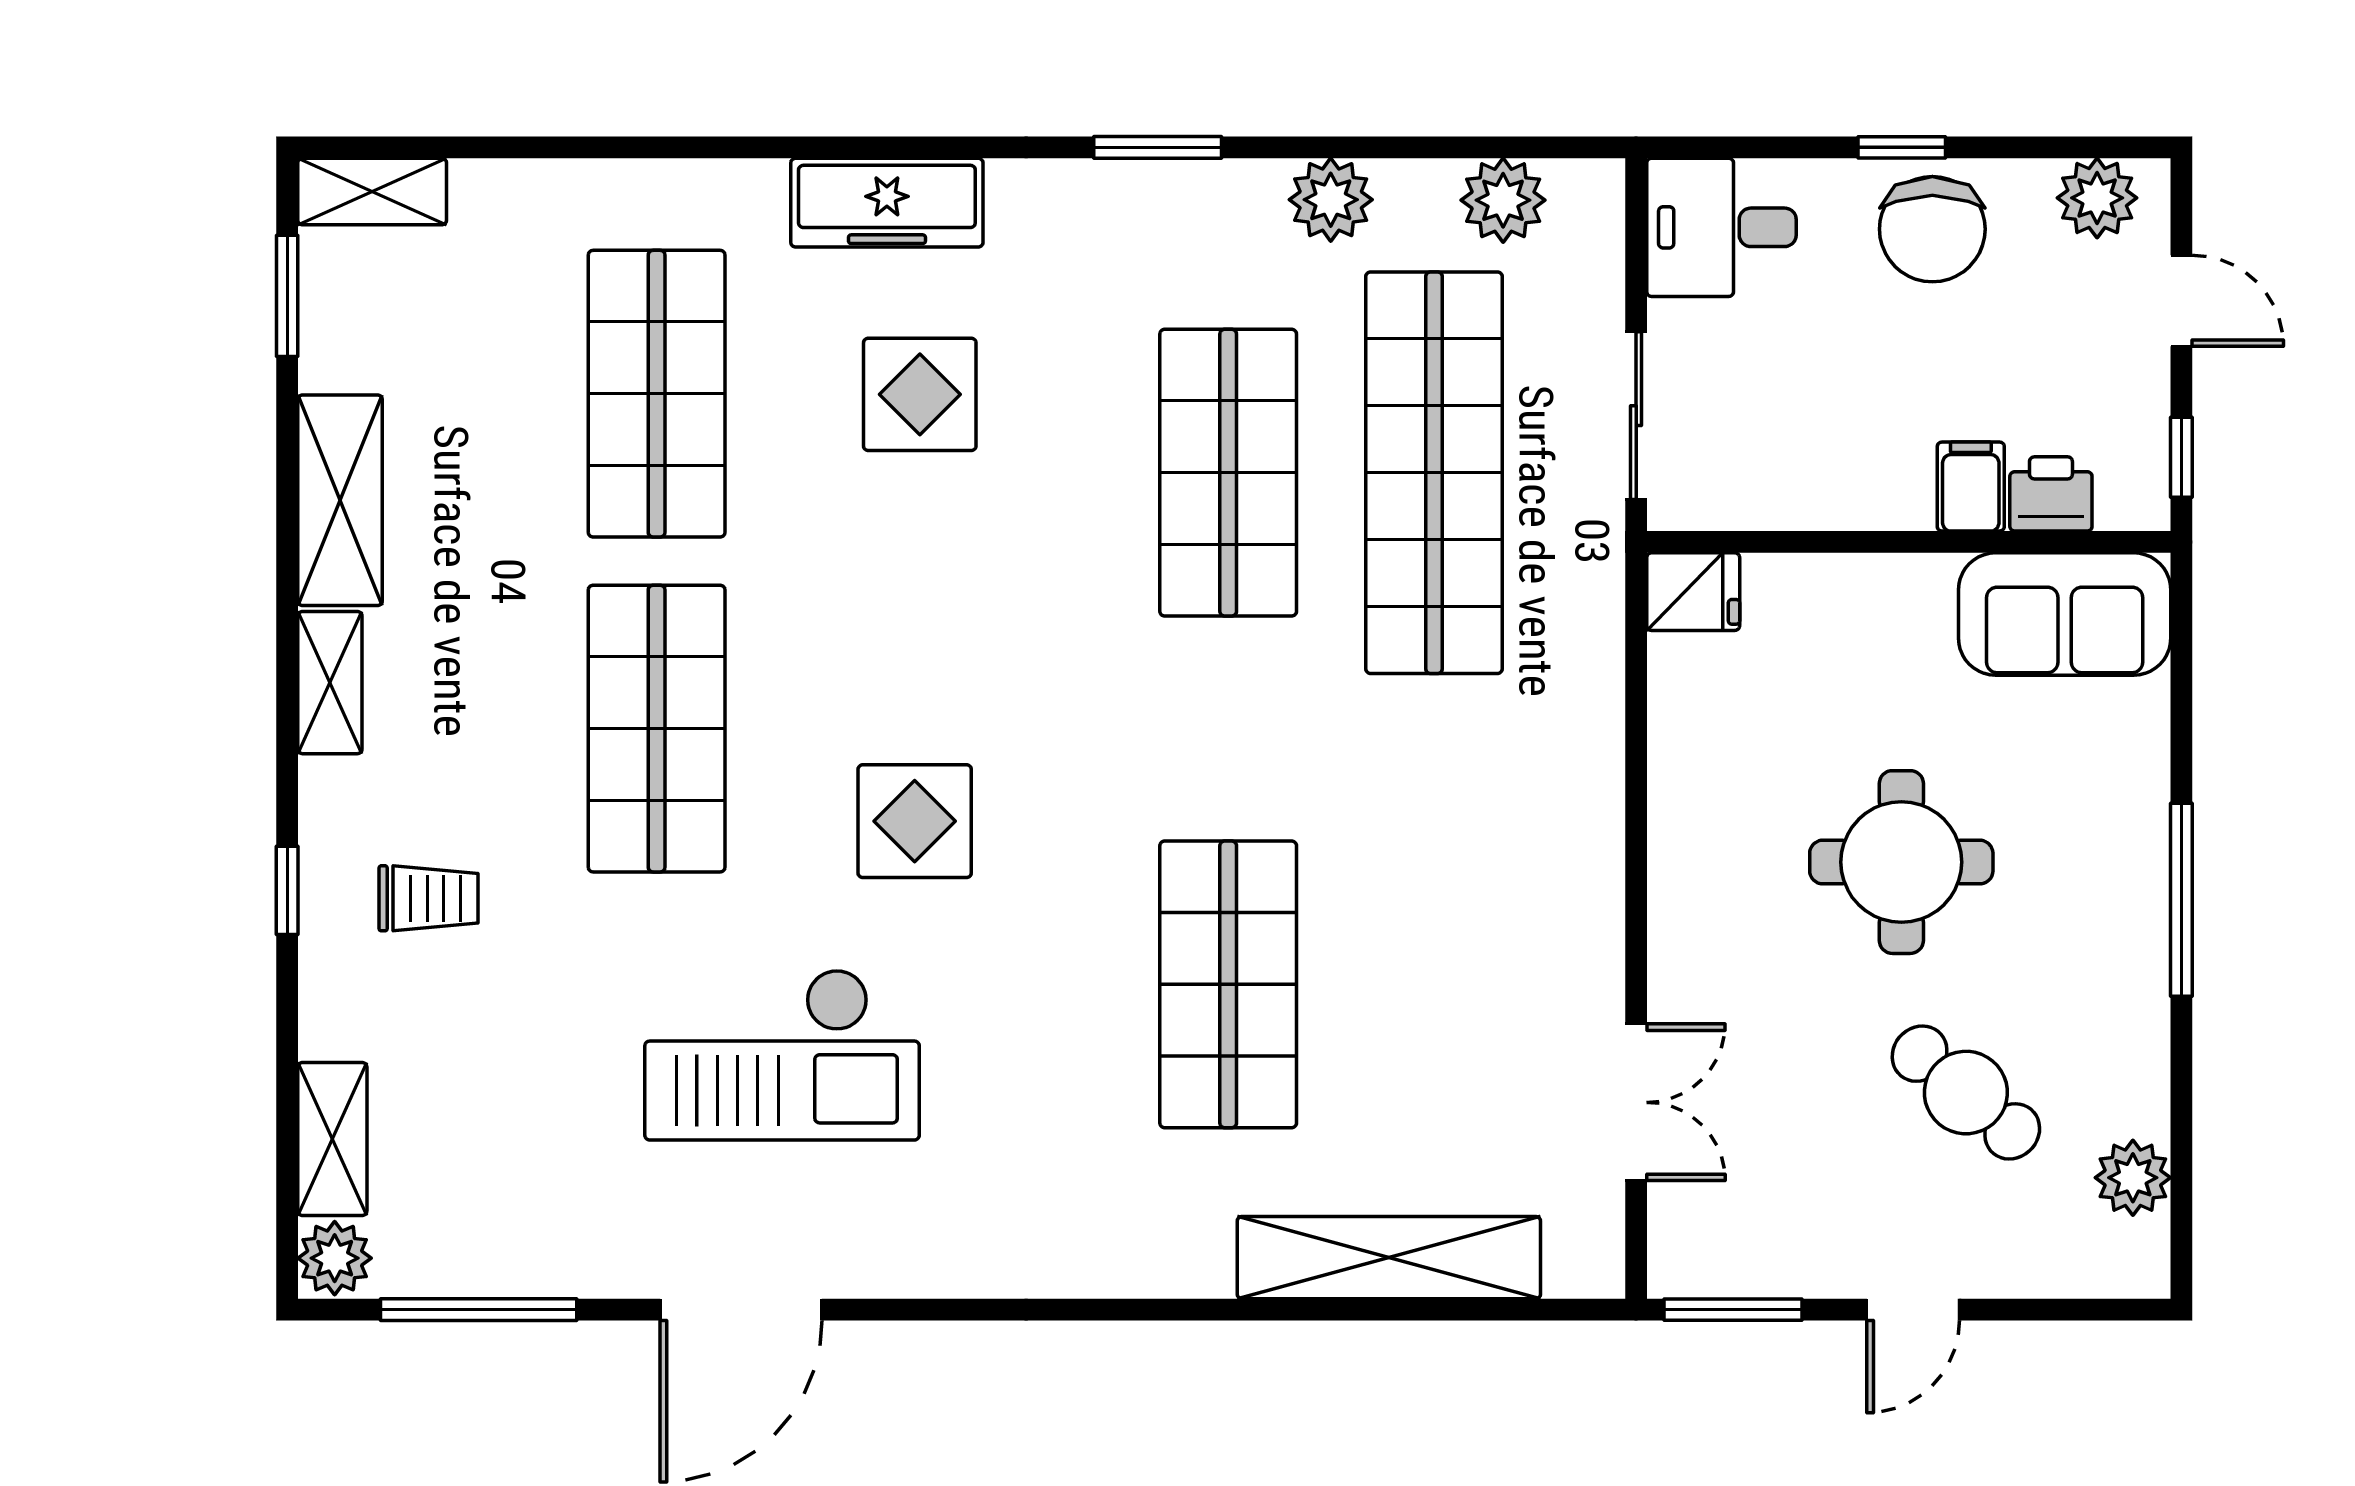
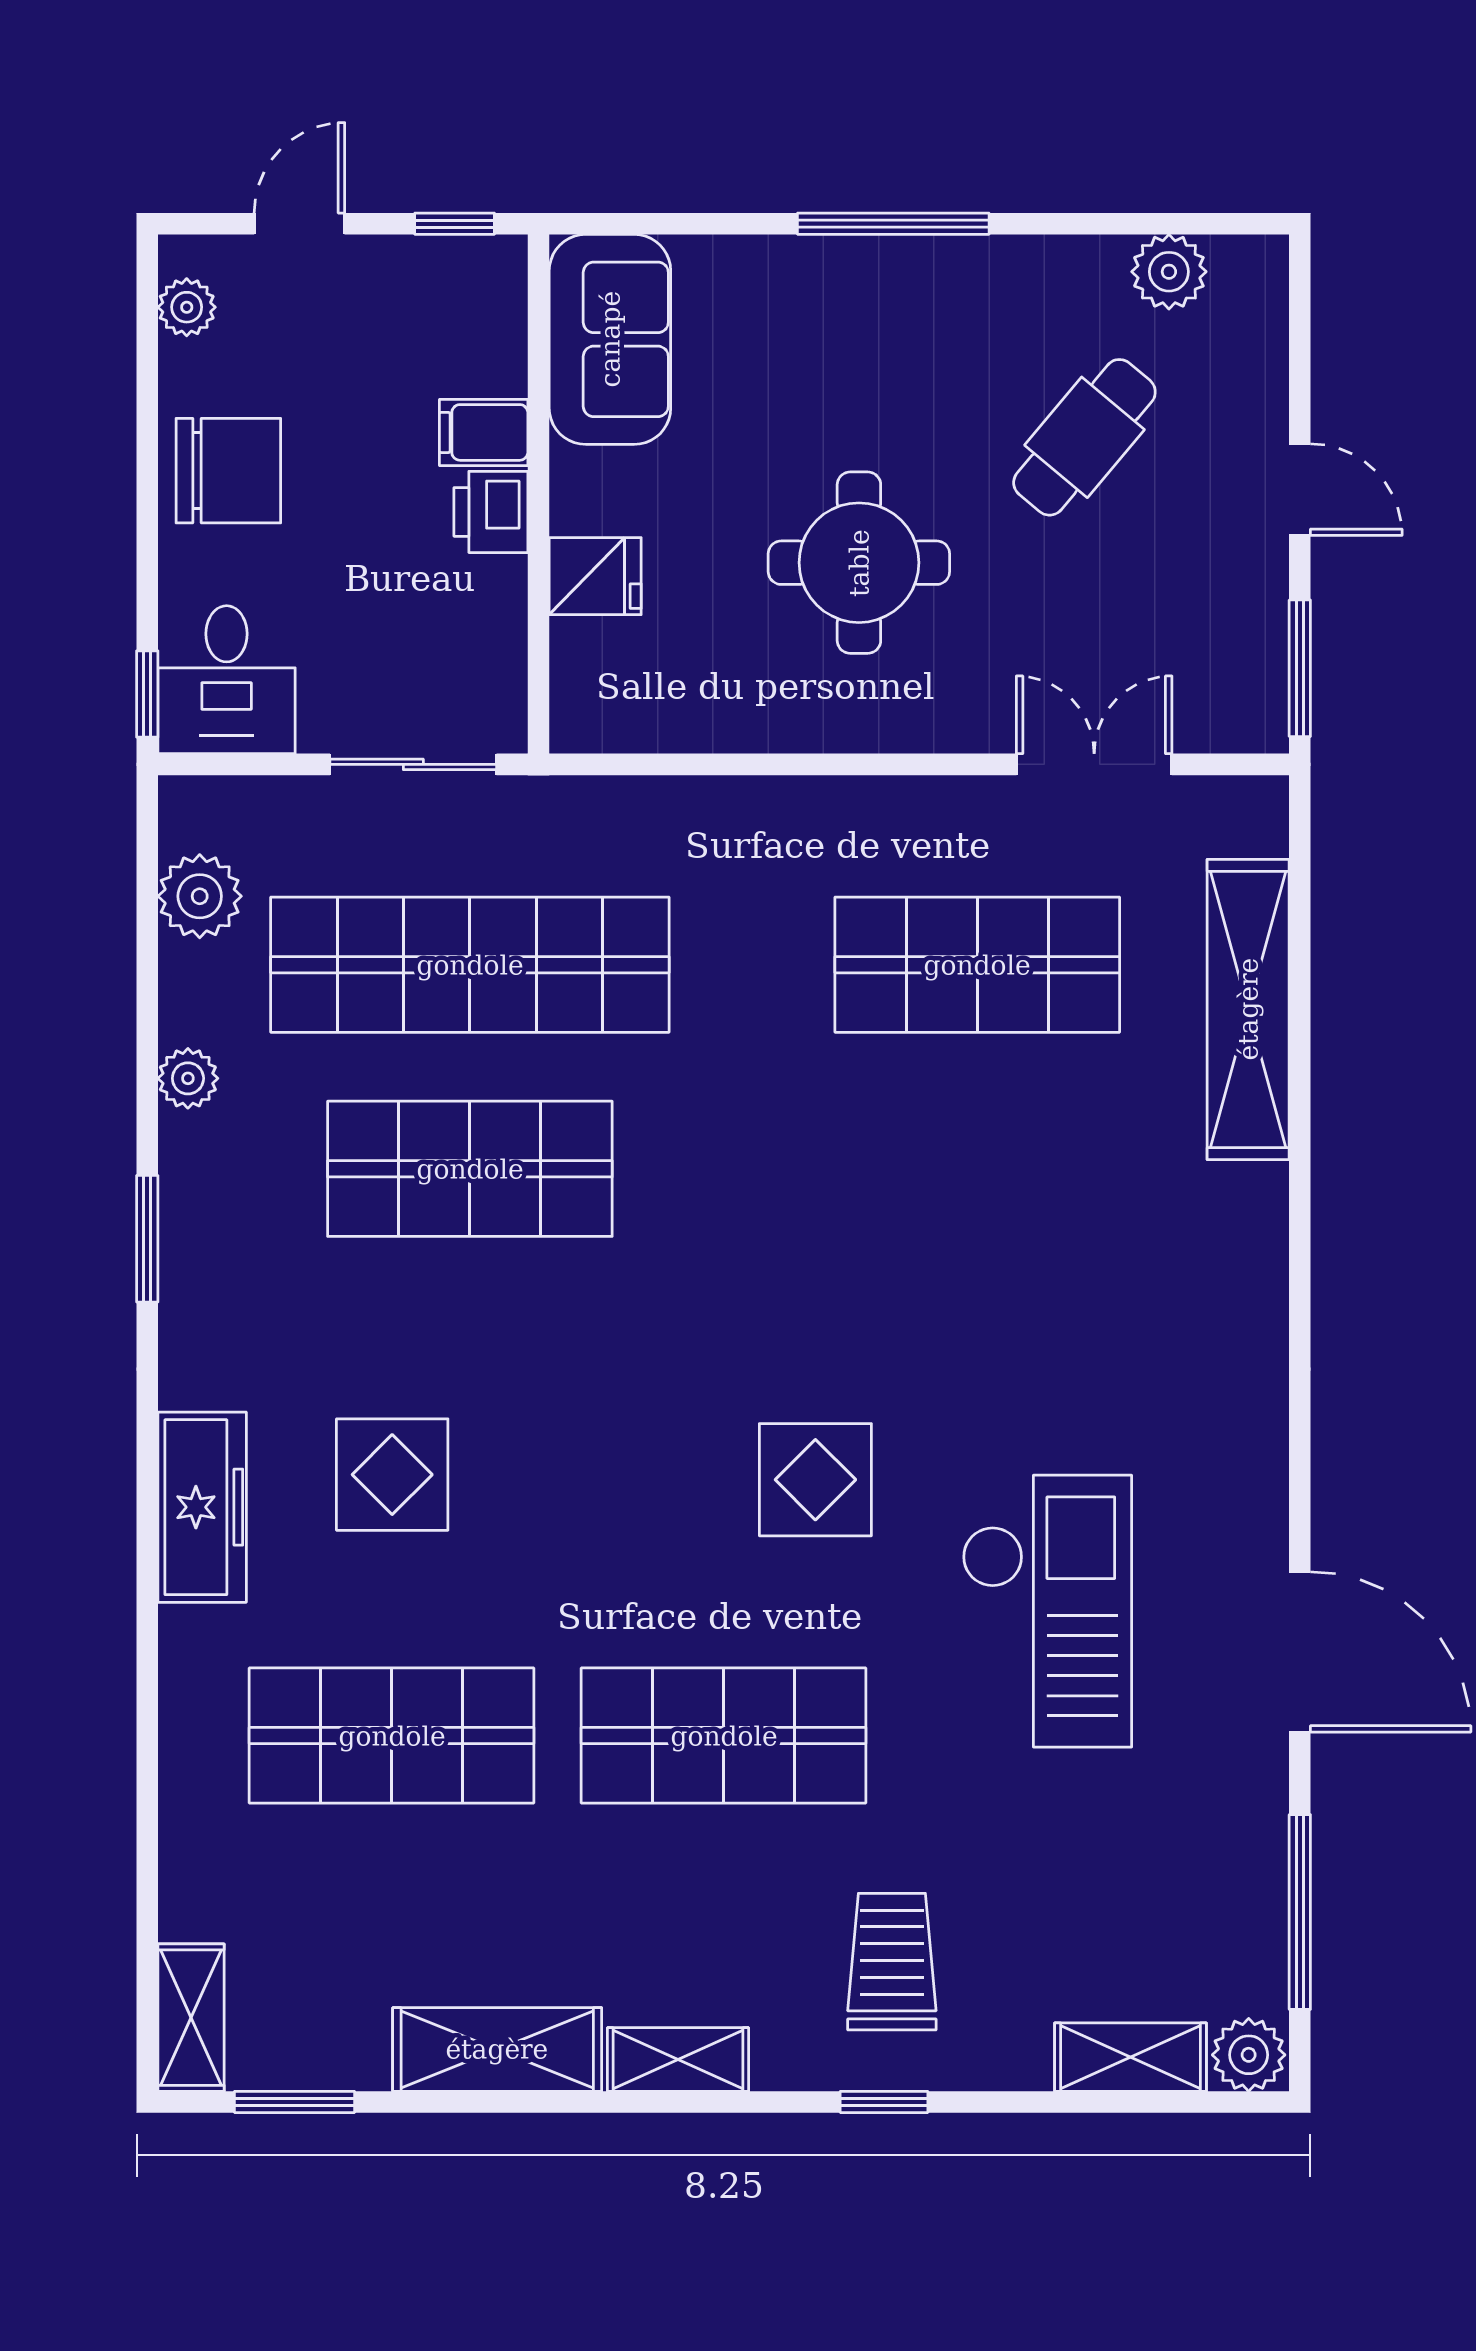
window: (1902, 147) -> (147, 694), moved
plant: (2097, 198) -> (187, 307), width x0.73, depth x0.73
plant: (1331, 200) -> (188, 1078), width x0.73, depth x0.73
printer: (2051, 494) -> (491, 512), moved
fridge: (1693, 592) -> (595, 576), moved, turned 90
round table: (1901, 862) -> (859, 563), moved
trolley: (429, 898) -> (892, 1962), width x1.36, depth x1.39
shop shelf: (1228, 984) -> (977, 965), moved

